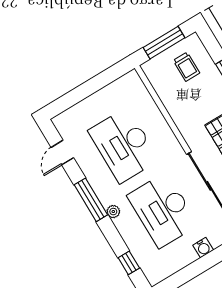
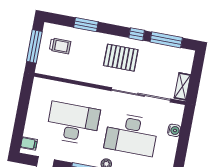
filing cabinet: (67, 120) -> (29, 143), added
desk: (124, 145) -> (73, 123), turned 180

